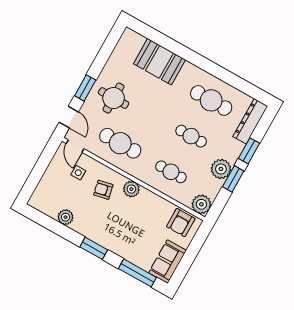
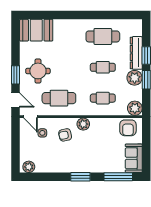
booth: (160, 62) -> (36, 30), moved
dresser: (250, 121) -> (136, 53), moved
plant: (66, 217) -> (29, 167), moved

